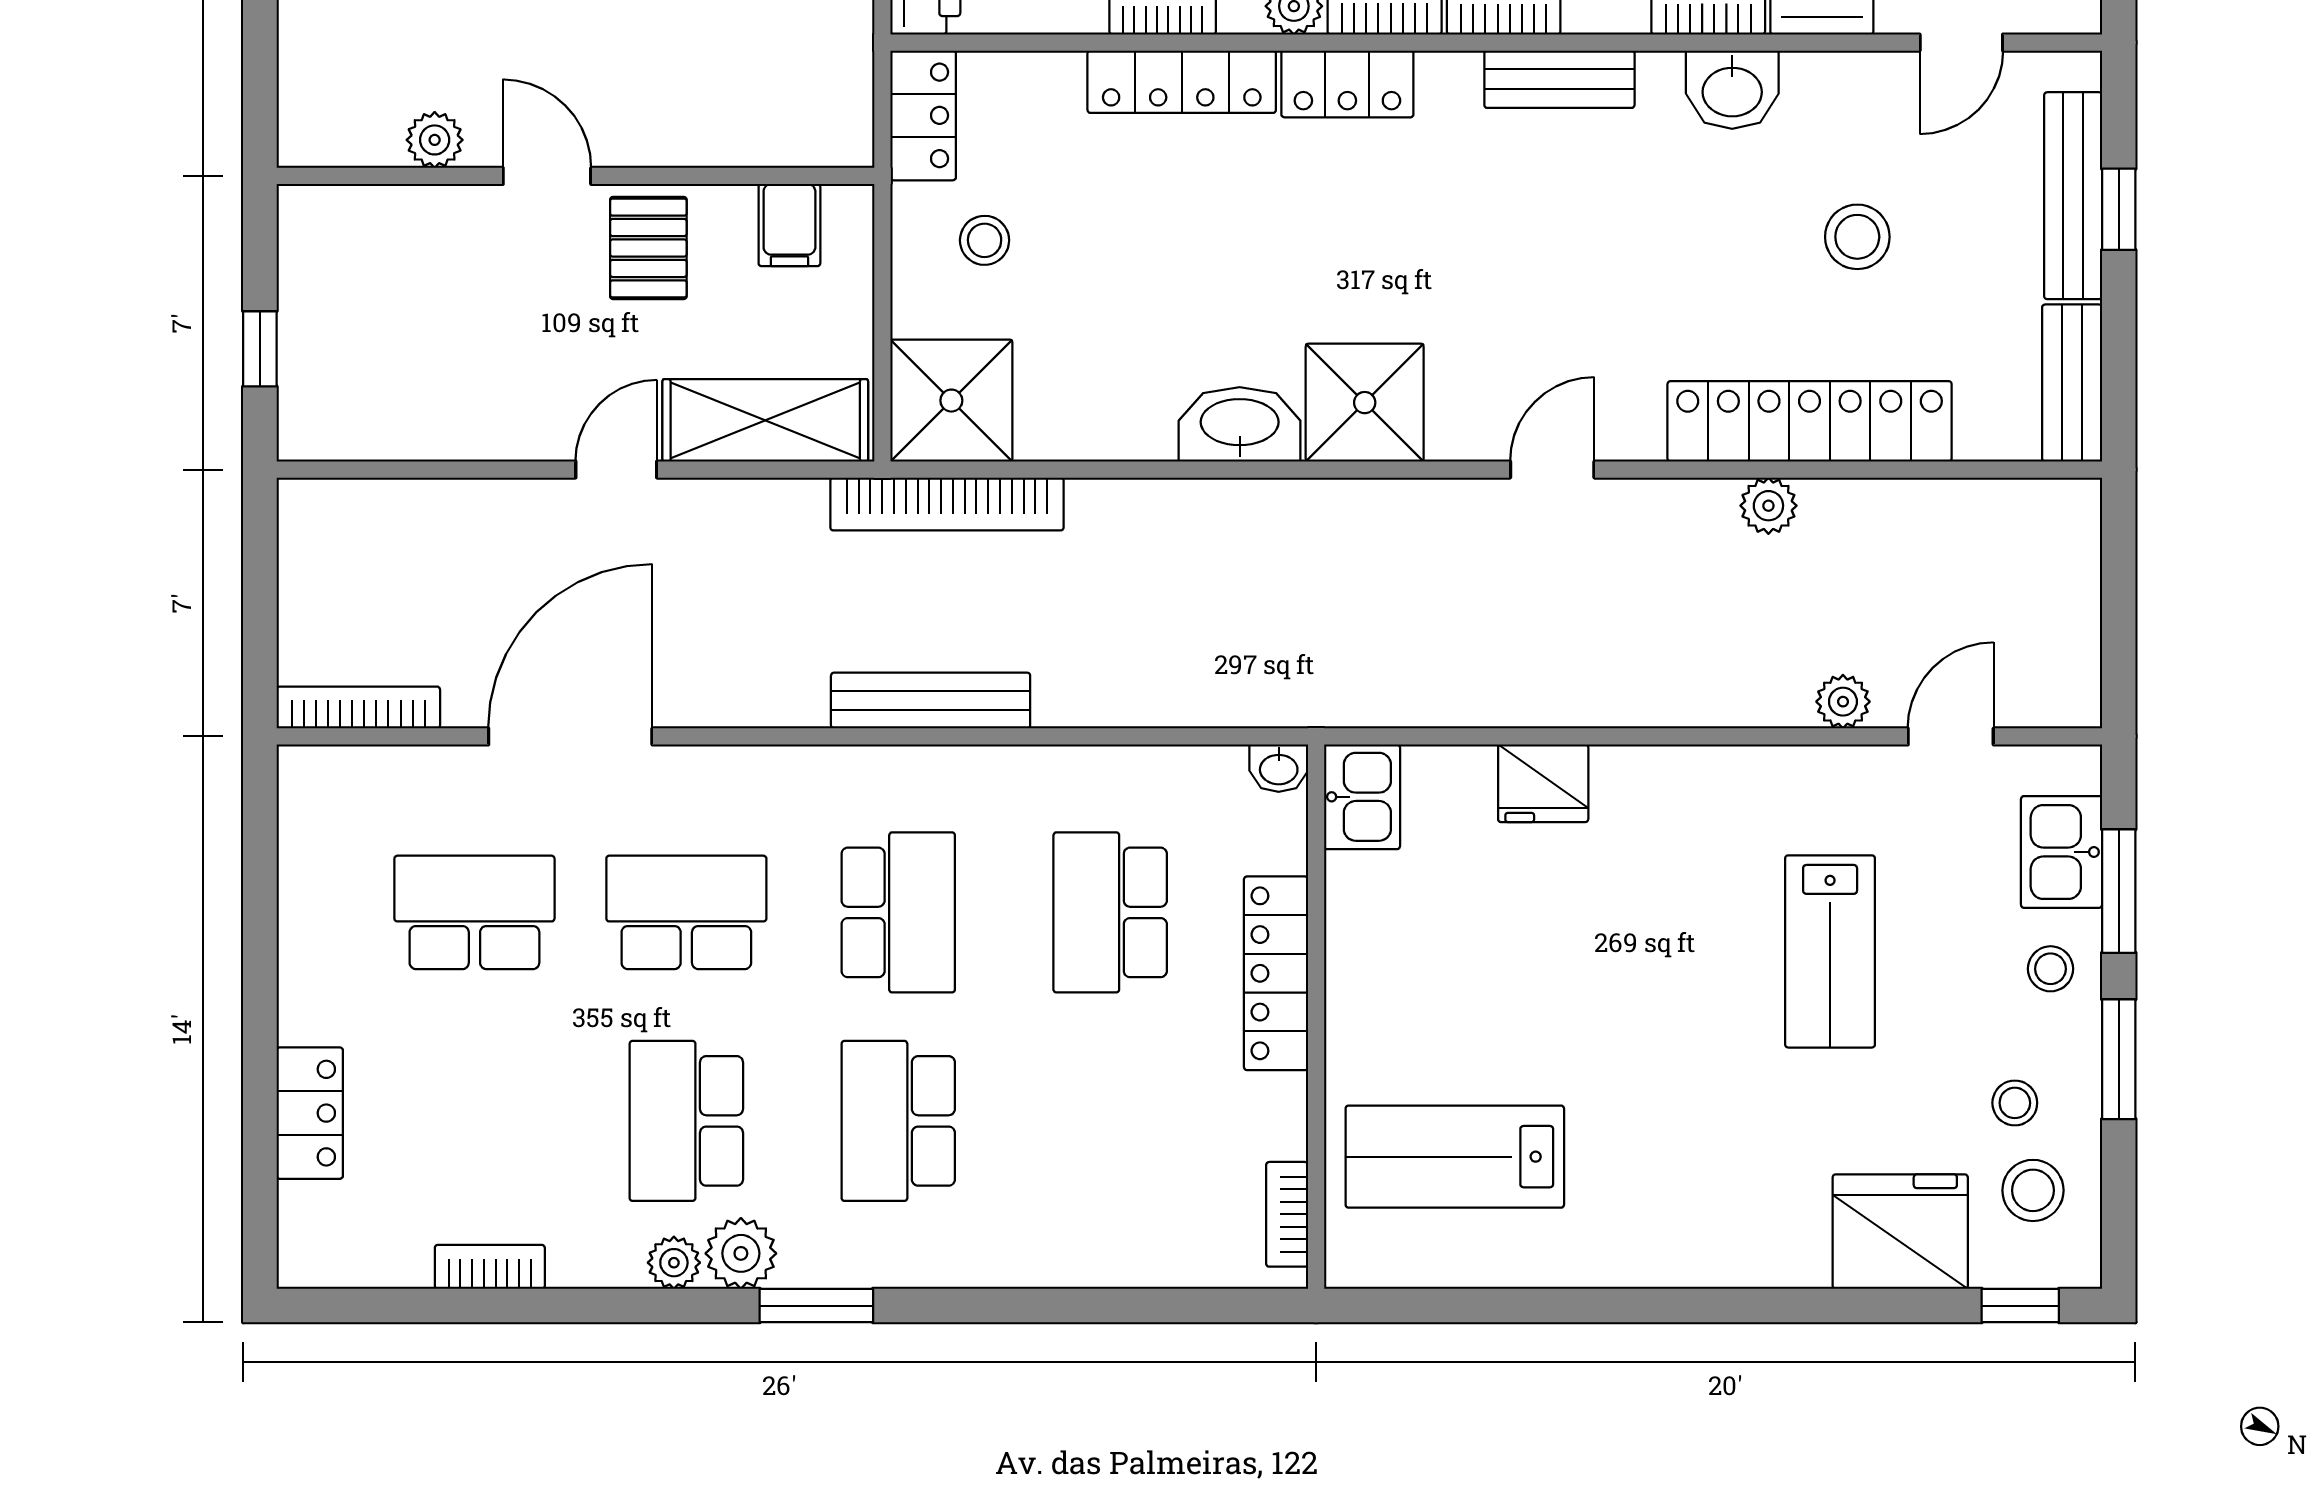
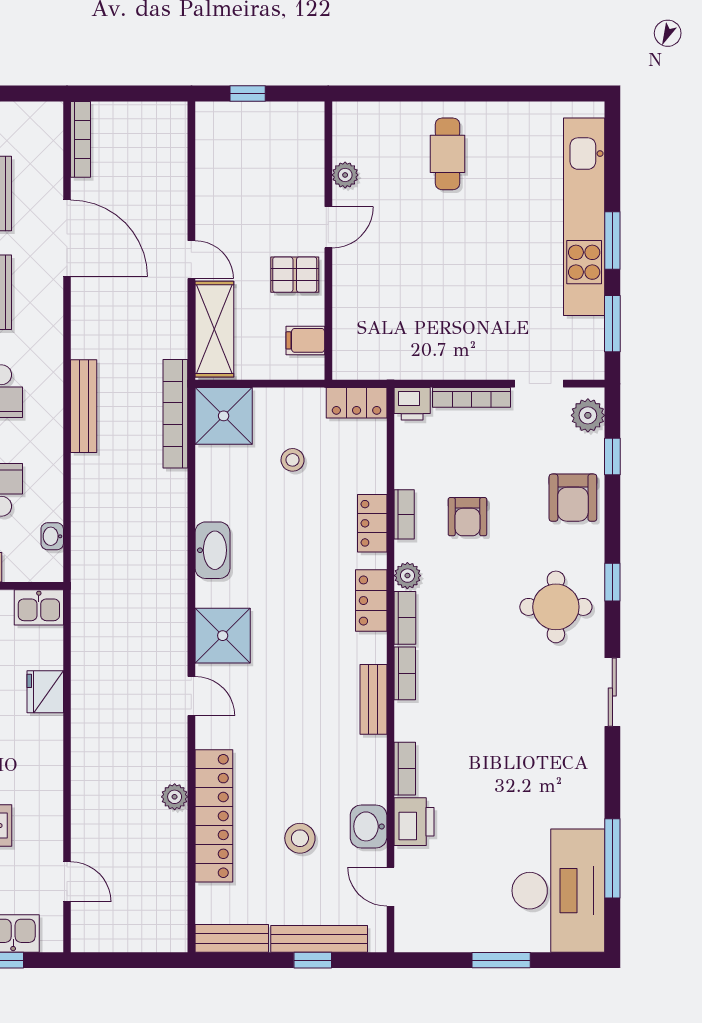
locker: (1182, 82) -> (372, 523), width x0.66
washbasin: (1732, 90) -> (369, 826), moved
stool: (985, 240) -> (293, 460), moved
shower: (1365, 403) -> (223, 636), moved
plant: (1843, 702) -> (83, 832), removed
washbasin: (1279, 768) -> (52, 536), moved

